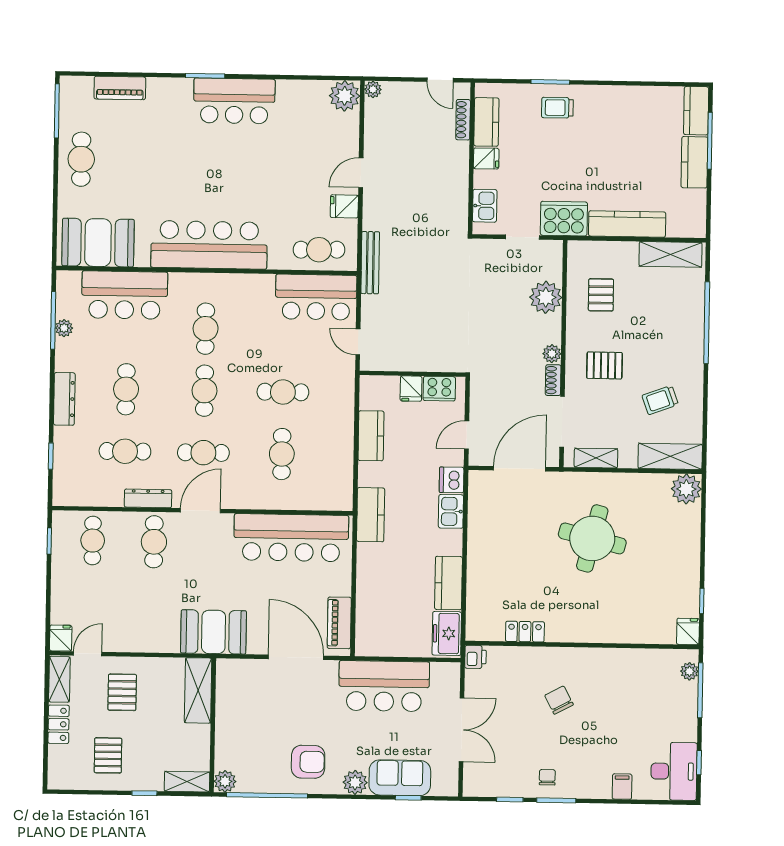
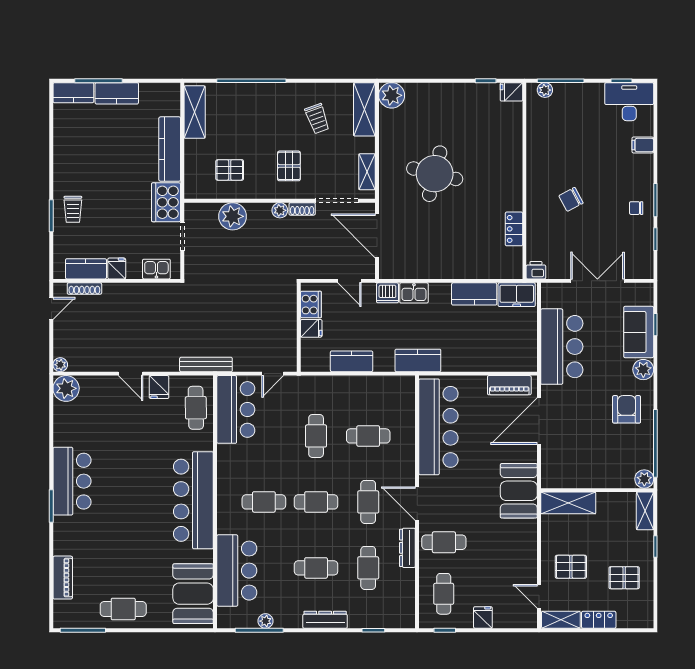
cafe table: (93, 541) -> (444, 594), turned 90
fridge: (61, 638) -> (483, 617), moved, turned 90

